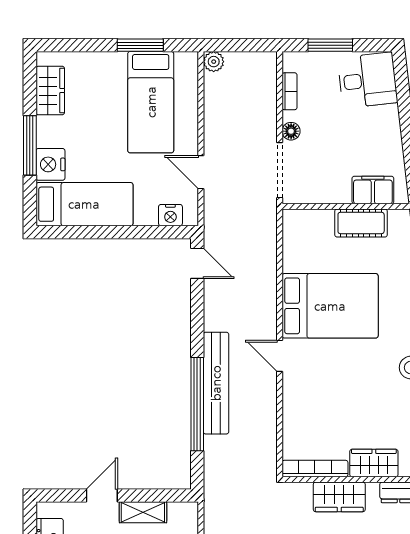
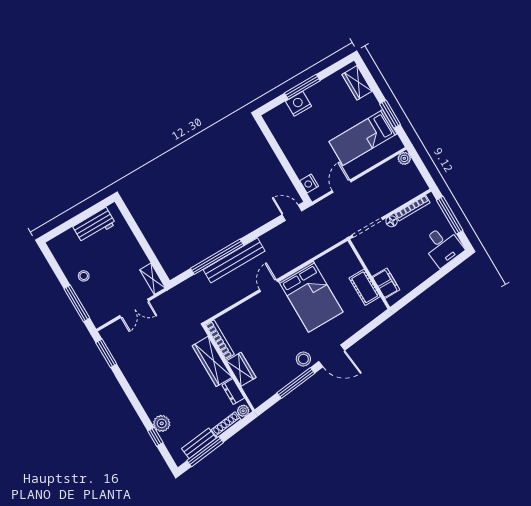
window: (330, 45) -> (450, 215), width x1.44
wardrobe: (50, 91) -> (357, 83), moved, turned 90
bookcase: (290, 91) -> (412, 208), width x1.56
bed: (84, 204) -> (288, 134), removed
door: (197, 263) -> (292, 213), swing flipped
door: (102, 495) -> (139, 235), removed
wardrobe: (339, 497) -> (212, 361), width x1.50
shelving: (143, 512) -> (153, 279), moved

